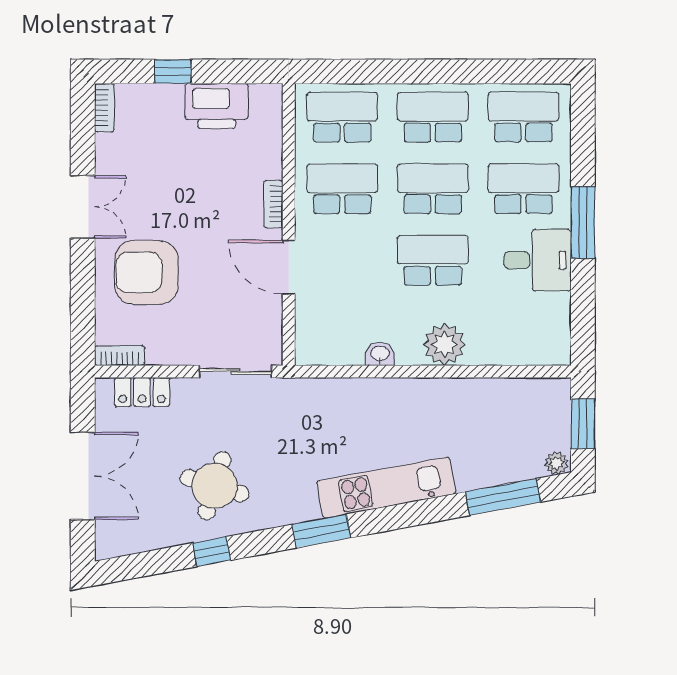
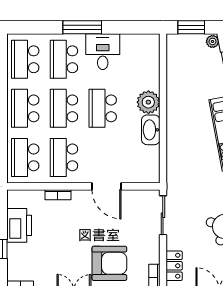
bookcase: (273, 204) -> (58, 195), moved
door: (289, 267) -> (106, 186), hinge flipped
armchair: (147, 272) -> (109, 263), turned -90
washbasin: (380, 354) -> (151, 130), width x1.91, depth x1.45

